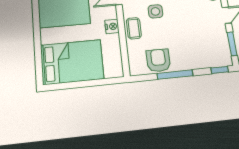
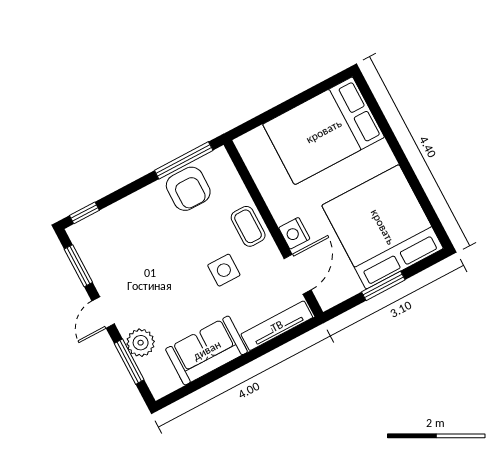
nightstand: (112, 26) -> (294, 233), moved
window: (175, 75) -> (184, 160), moved

